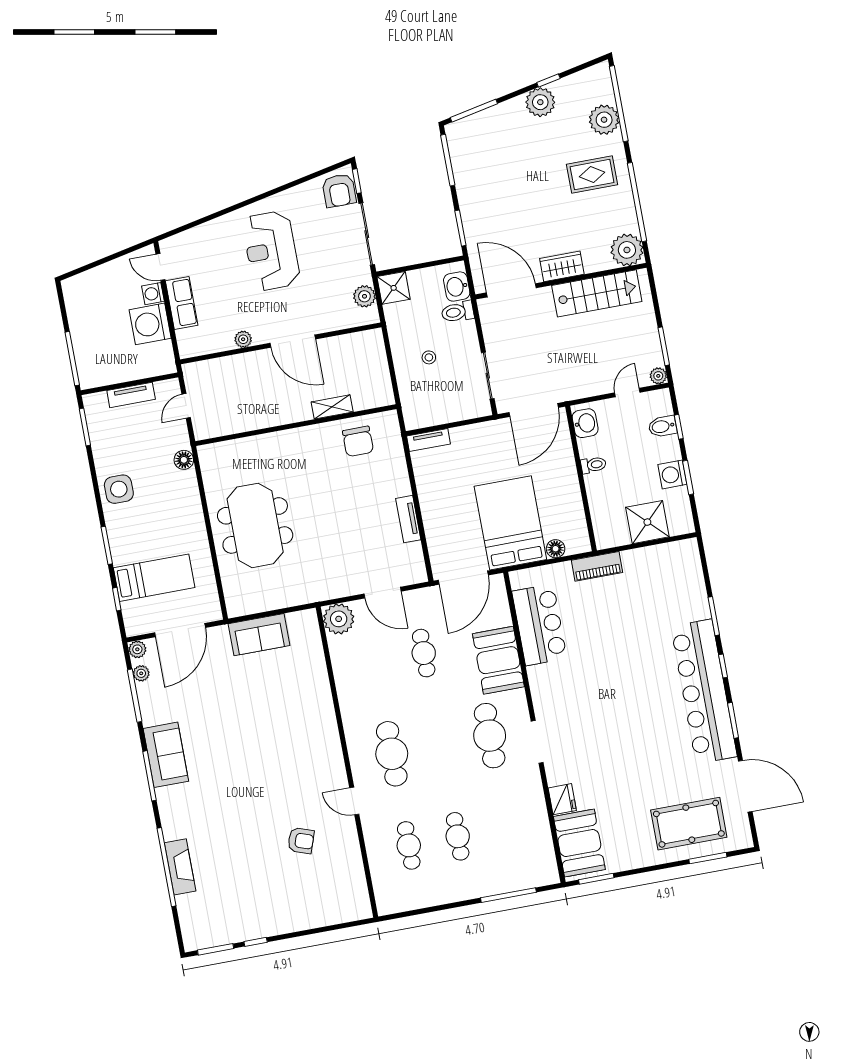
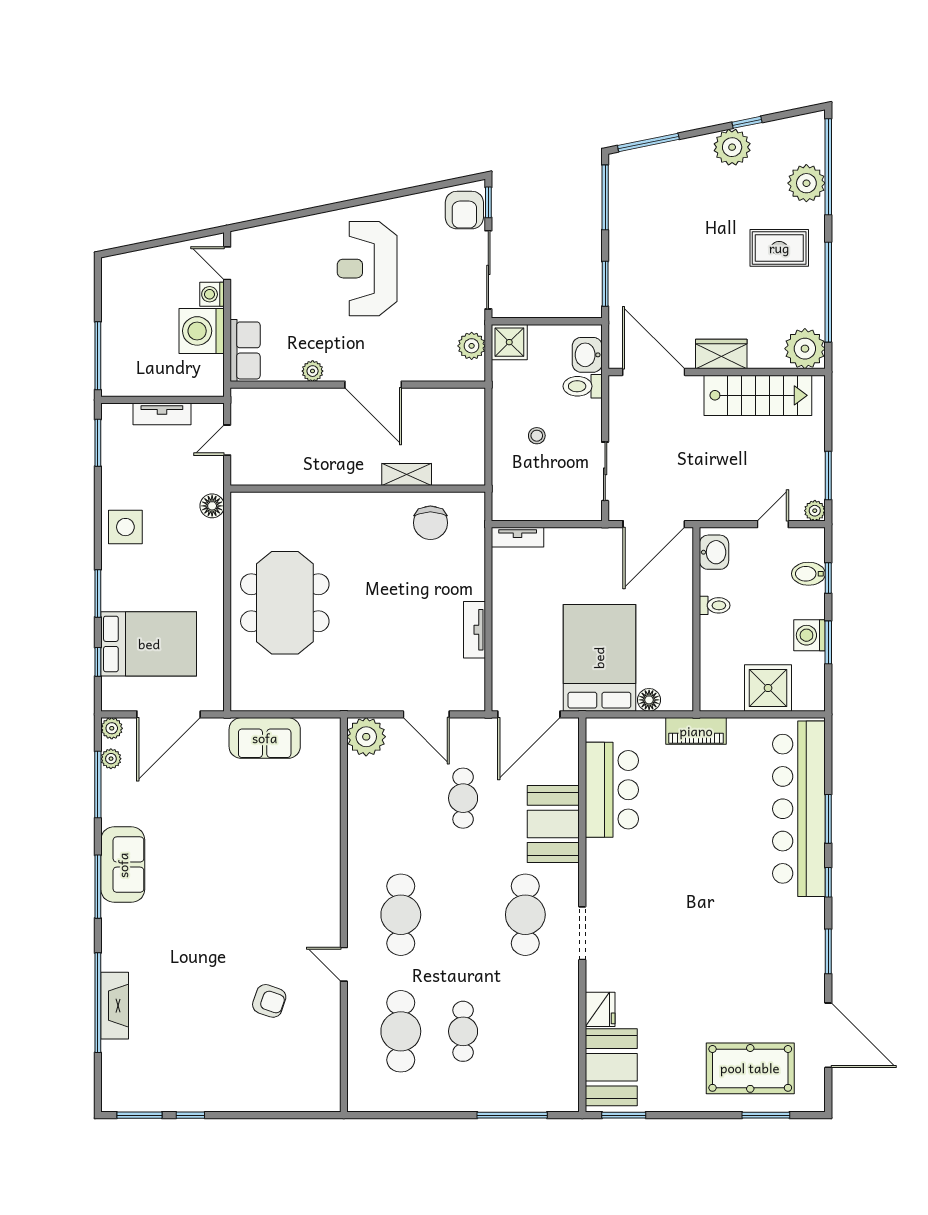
row of seats: (182, 303) -> (245, 350), moved
bed: (154, 578) -> (149, 644), width x1.50
bar counter: (704, 691) -> (799, 809), moved
cafe table: (409, 845) -> (401, 1031), width x1.37, depth x1.35

